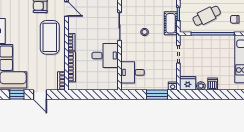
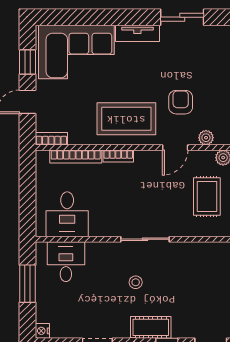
desk: (105, 56) -> (67, 214), moved
window: (157, 95) -> (27, 284), moved

